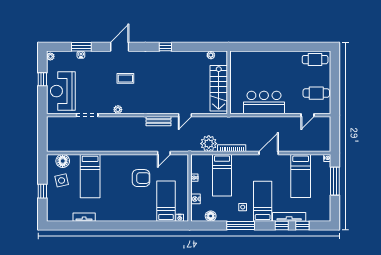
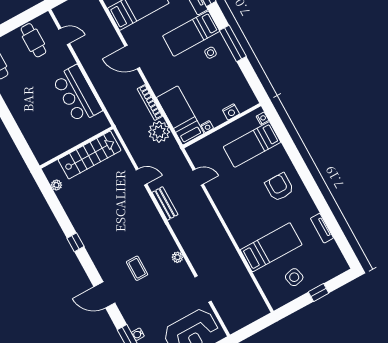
floor lamp: (63, 161) -> (271, 288), removed
bed: (222, 175) -> (180, 115), moved, turned -90
armchair: (141, 178) -> (279, 187), moved
floor lamp: (211, 216) -> (241, 84), removed

